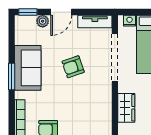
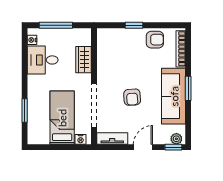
plant: (43, 21) -> (176, 139), moved
armchair: (73, 67) -> (132, 97), turned 105
sofa: (28, 68) -> (174, 96), width x1.36

